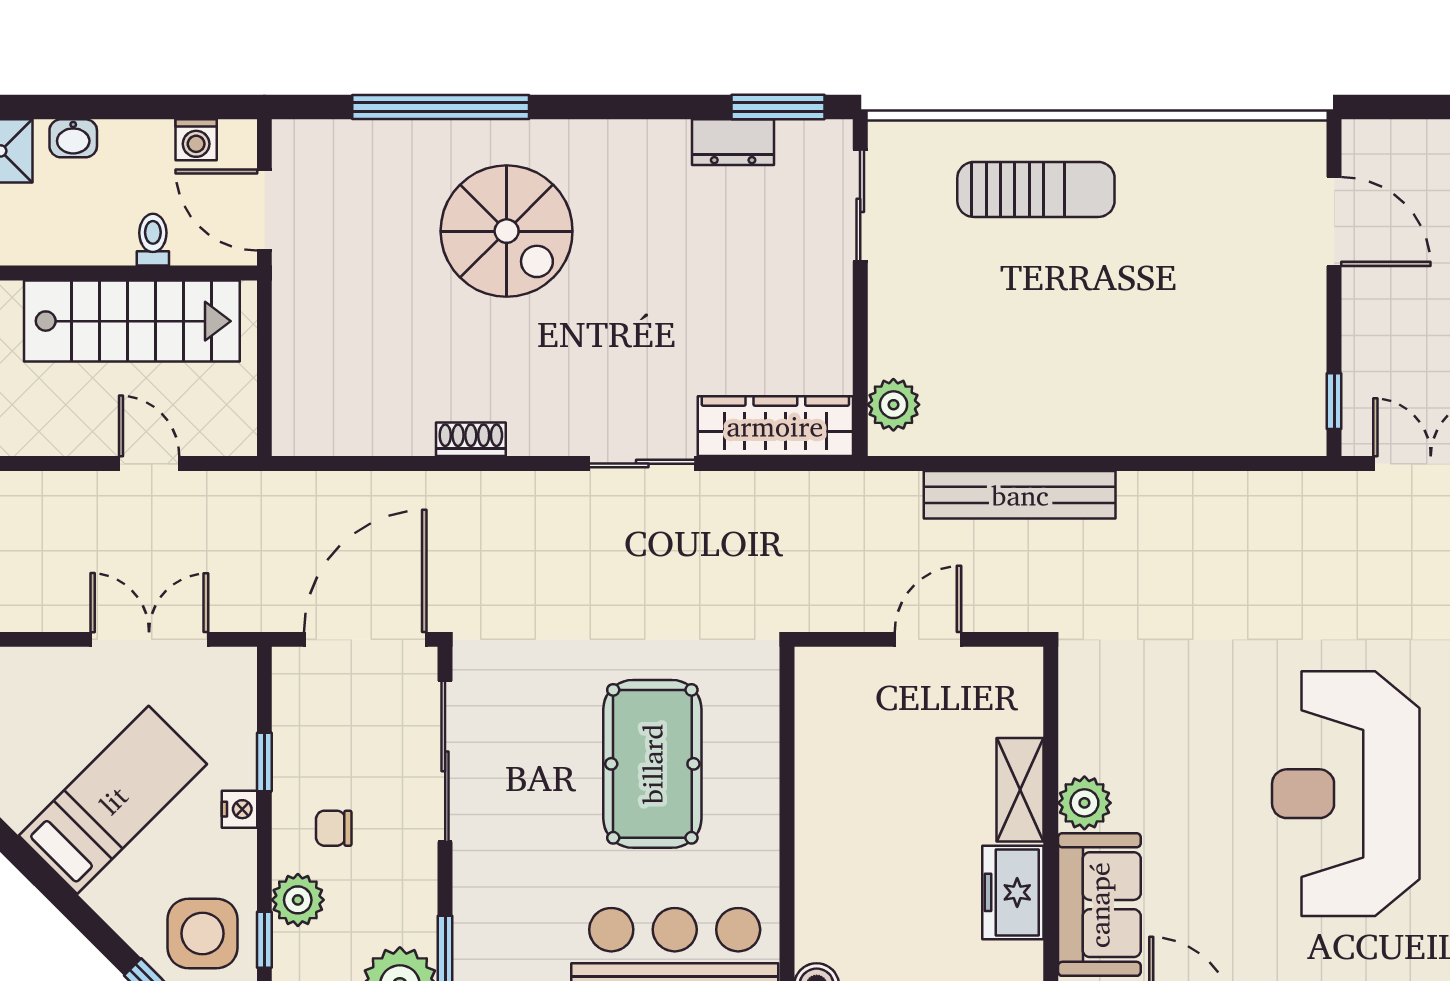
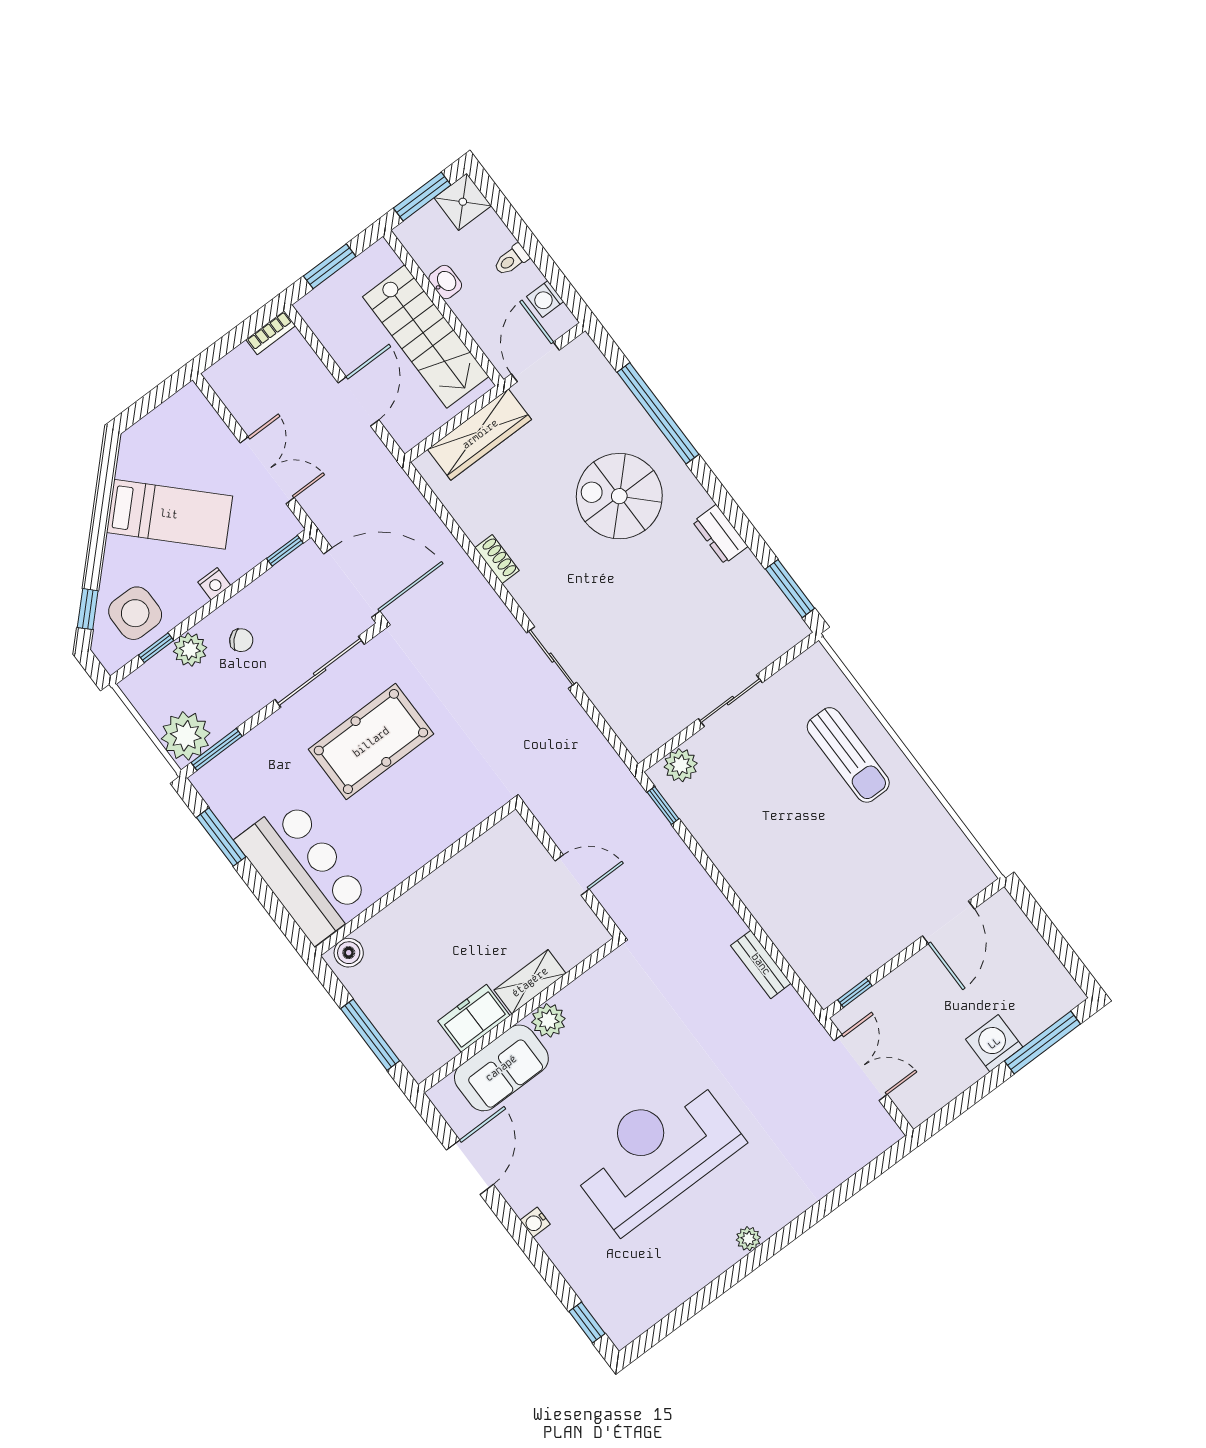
washbasin: (73, 138) -> (445, 282), moved, turned 180
dresser: (733, 142) -> (720, 534), moved
sliding door: (860, 205) -> (730, 701), moved
spiral stairs: (507, 231) -> (619, 496), turned 90
toilet: (153, 240) -> (511, 260), moved, turned 180
wardrobe: (775, 426) -> (480, 434), moved, turned 90
door: (149, 464) -> (358, 401), width x1.38
window: (927, 464) -> (663, 806), added
bench: (1020, 495) -> (761, 964), moved, width x0.54, depth x0.82
window: (264, 762) -> (285, 551), moved
pool table: (652, 764) -> (371, 742), moved
chair: (334, 828) -> (241, 640), turned 135

